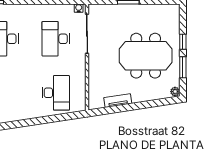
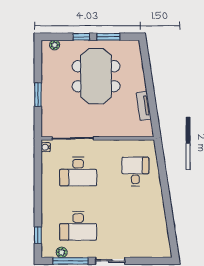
plant: (175, 92) -> (55, 45), moved
desk: (56, 93) -> (135, 172), width x0.73

